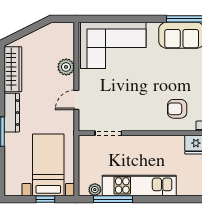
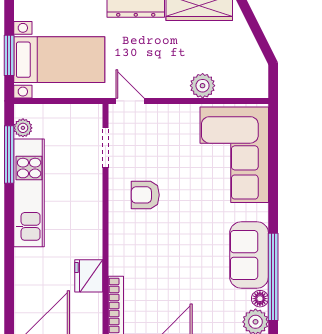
door: (76, 100) -> (130, 101), moved
armchair: (177, 109) -> (145, 195), moved, turned -90
window: (45, 199) -> (9, 55), width x1.50

